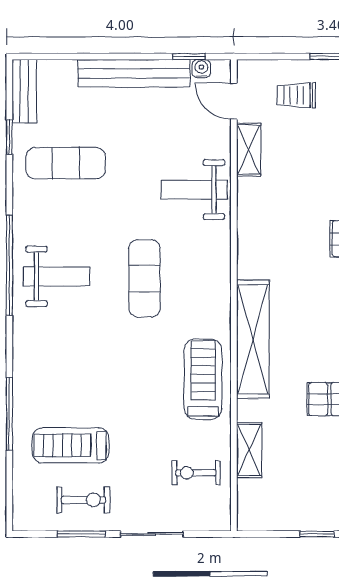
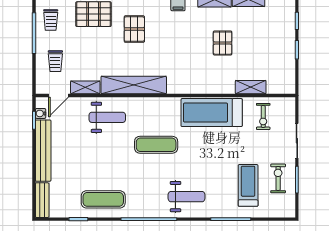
bench: (24, 91) -> (42, 200), moved, turned 90
exercise mat: (66, 163) -> (103, 199), moved, turned 90
weight bench: (194, 190) -> (107, 117), turned -90
weight bench: (56, 276) -> (187, 197), moved, turned 90
shelving: (253, 339) -> (134, 85), moved
treadmill: (203, 379) -> (212, 113), width x1.37, depth x1.38
treadmill: (71, 445) -> (248, 185), turned 180

